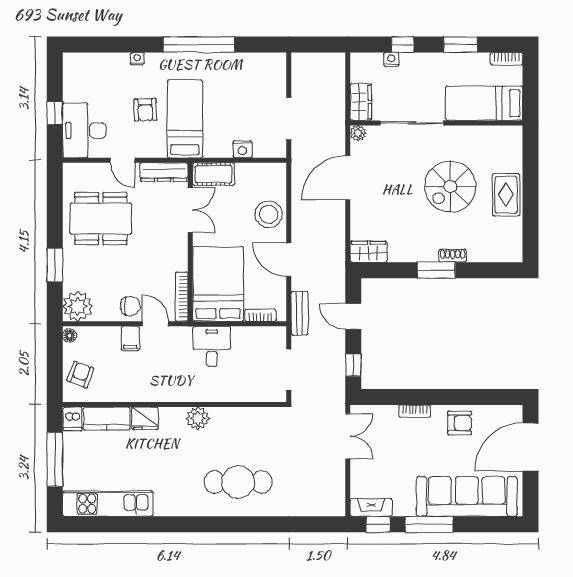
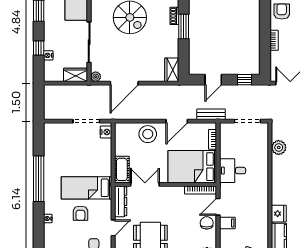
armchair: (145, 110) -> (80, 213), turned 92
nightstand: (242, 149) -> (106, 132), moved
door: (348, 178) -> (124, 83), hinge flipped
plant: (198, 418) -> (279, 147), moved

